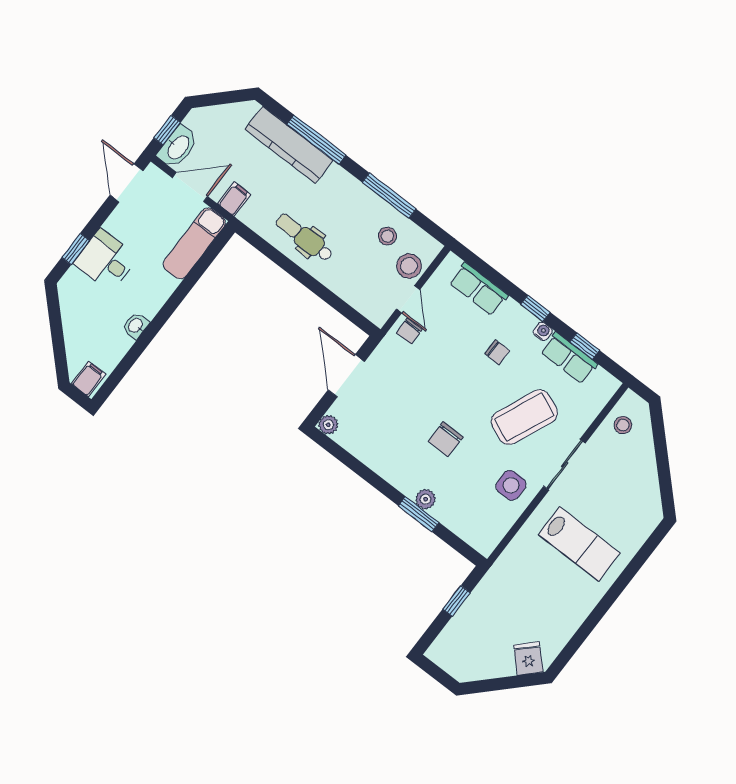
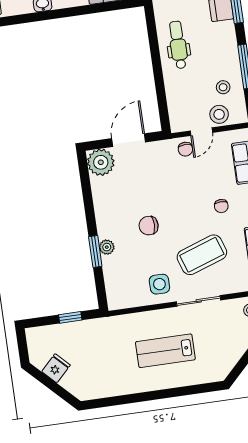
chair: (409, 331) -> (185, 149), turned -90
coffee table: (524, 417) -> (202, 255), turned -42
plant: (328, 425) -> (101, 162), width x1.88, depth x1.88
lab bench: (579, 544) -> (165, 351), turned 90
fridge: (528, 659) -> (56, 368), moved

